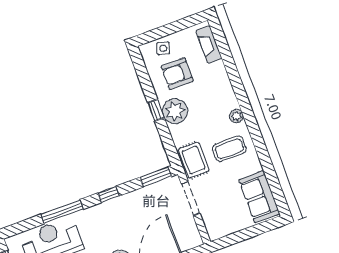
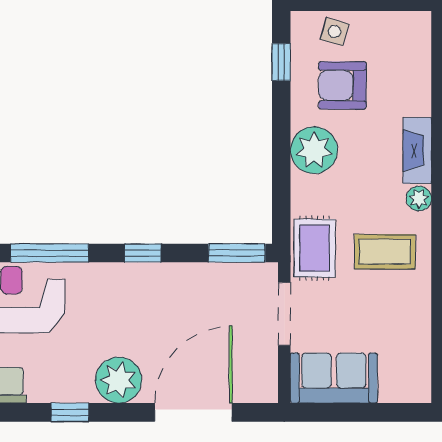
fireplace: (209, 44) -> (417, 151), moved
window: (156, 110) -> (281, 62), moved
sofa: (259, 197) -> (334, 378), moved, turned 90

